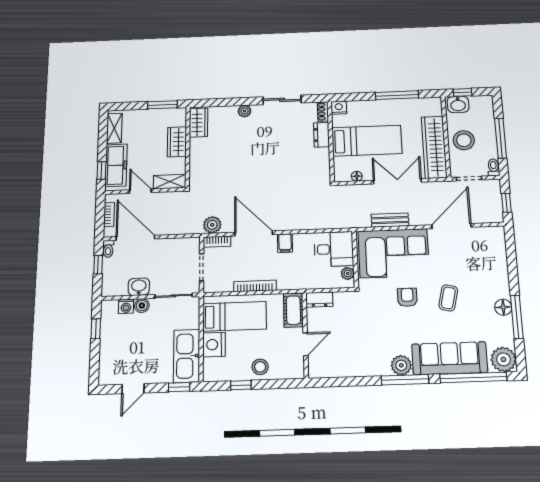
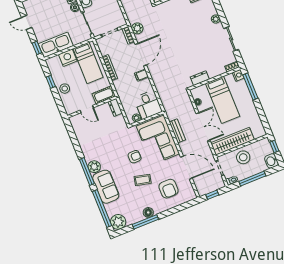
window: (397, 95) -> (250, 87), moved
washbasin: (458, 104) -> (271, 161), moved
dresser: (321, 135) -> (200, 78), moved
armchair: (475, 264) -> (168, 189), added
sofa: (450, 358) -> (106, 187), width x0.73

